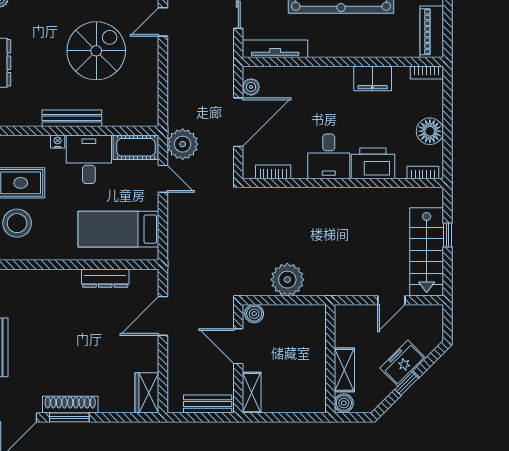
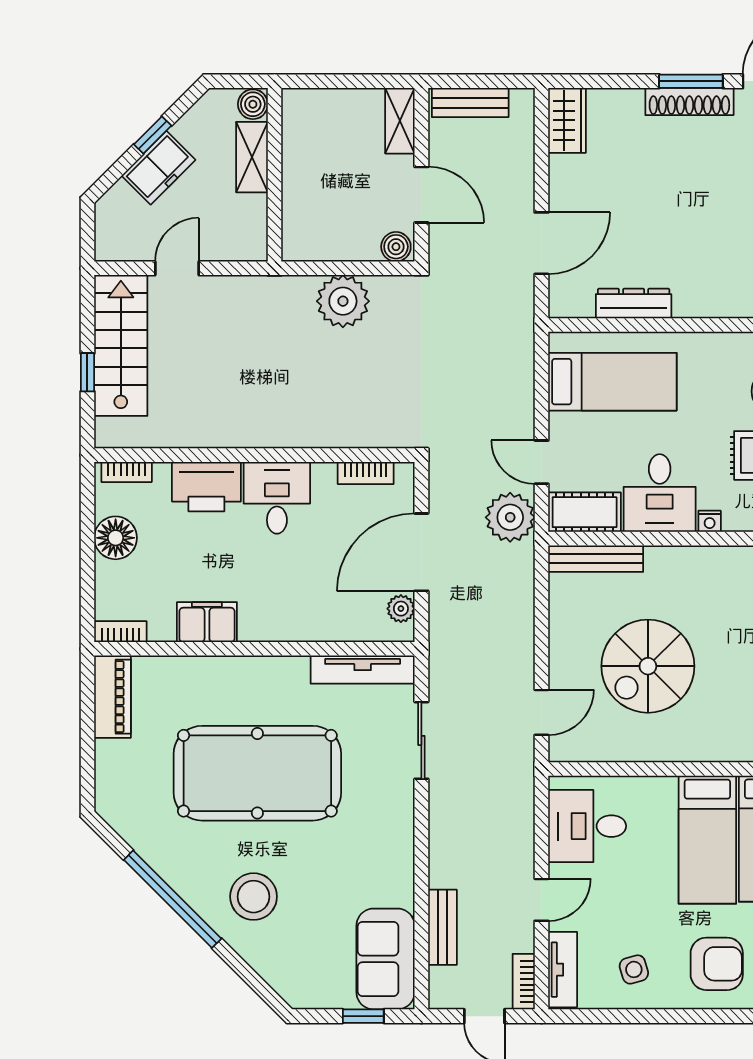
bench: (72, 118) -> (596, 559), moved

